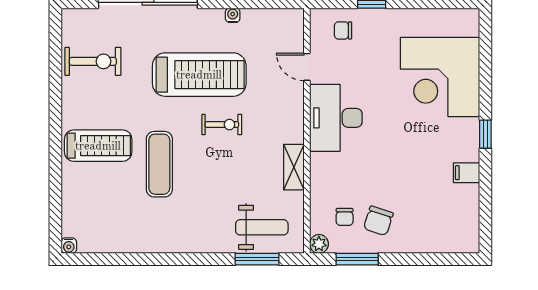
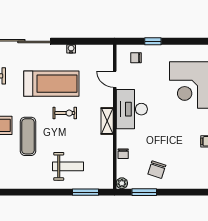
shelving: (294, 167) -> (107, 121), moved
chair: (345, 217) -> (123, 154), moved
weight bench: (262, 227) -> (68, 166), moved

